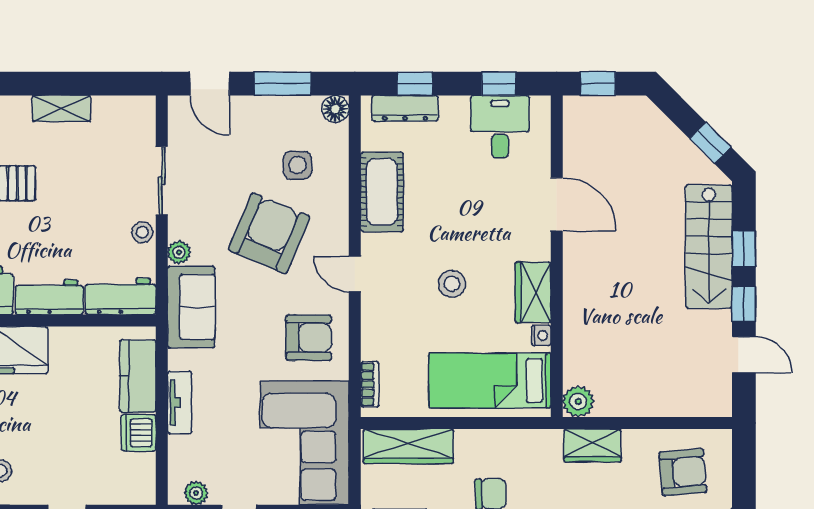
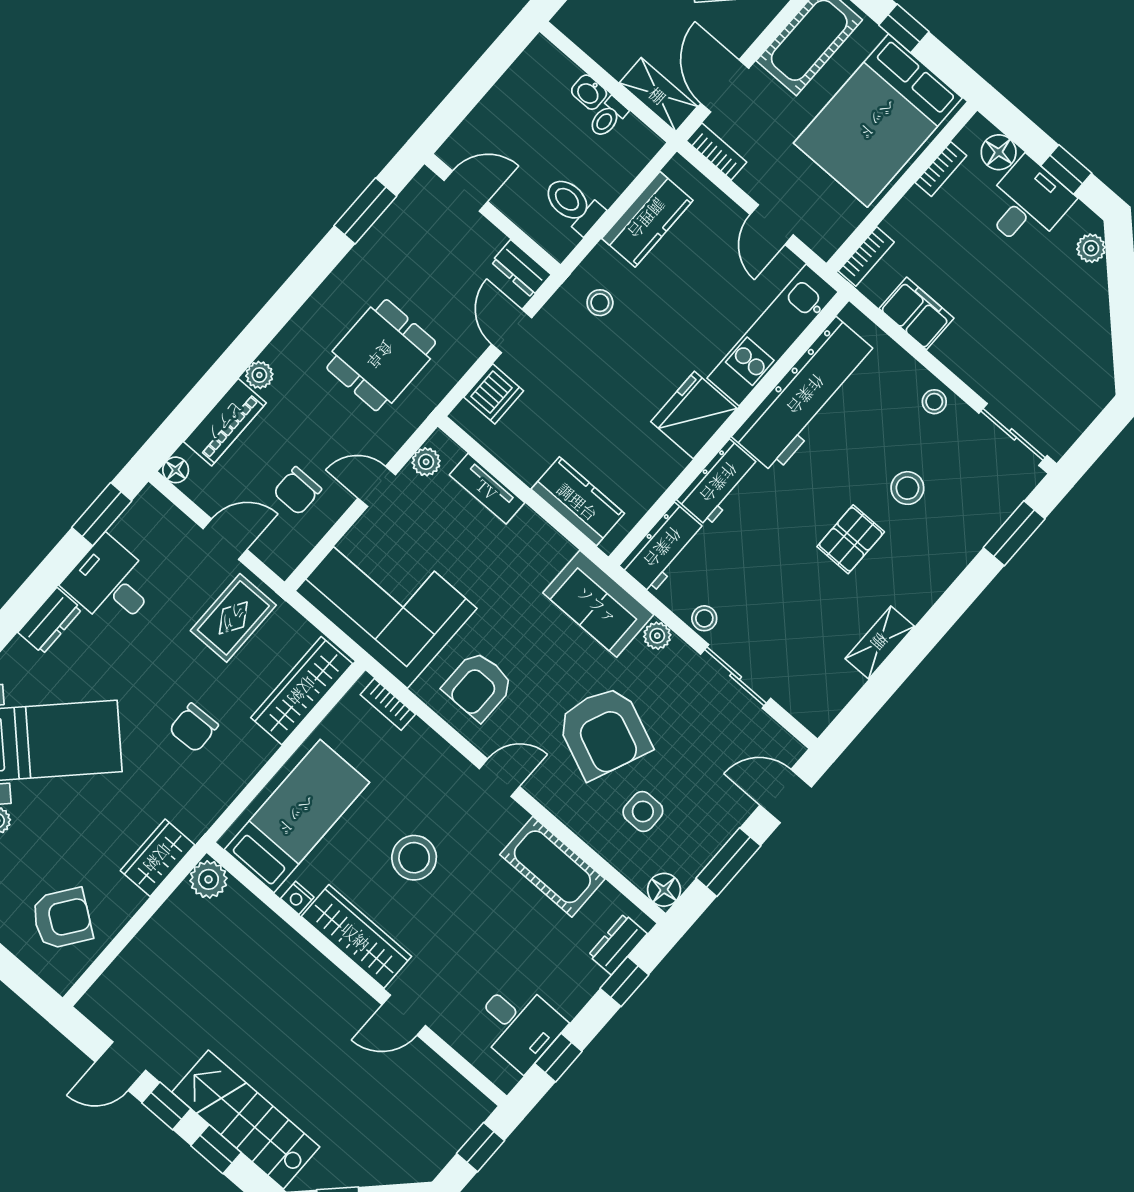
dresser: (405, 108) -> (618, 944), width x0.70
door: (557, 204) -> (404, 1015), width x0.73
stool: (452, 284) -> (414, 858), width x1.38, depth x1.38
wardrobe: (533, 292) -> (356, 936), width x1.50
tv unit: (180, 402) -> (487, 489), moved
dishwasher: (139, 433) -> (494, 394), moved, turned 90
armchair: (683, 472) -> (62, 919), turned -139

